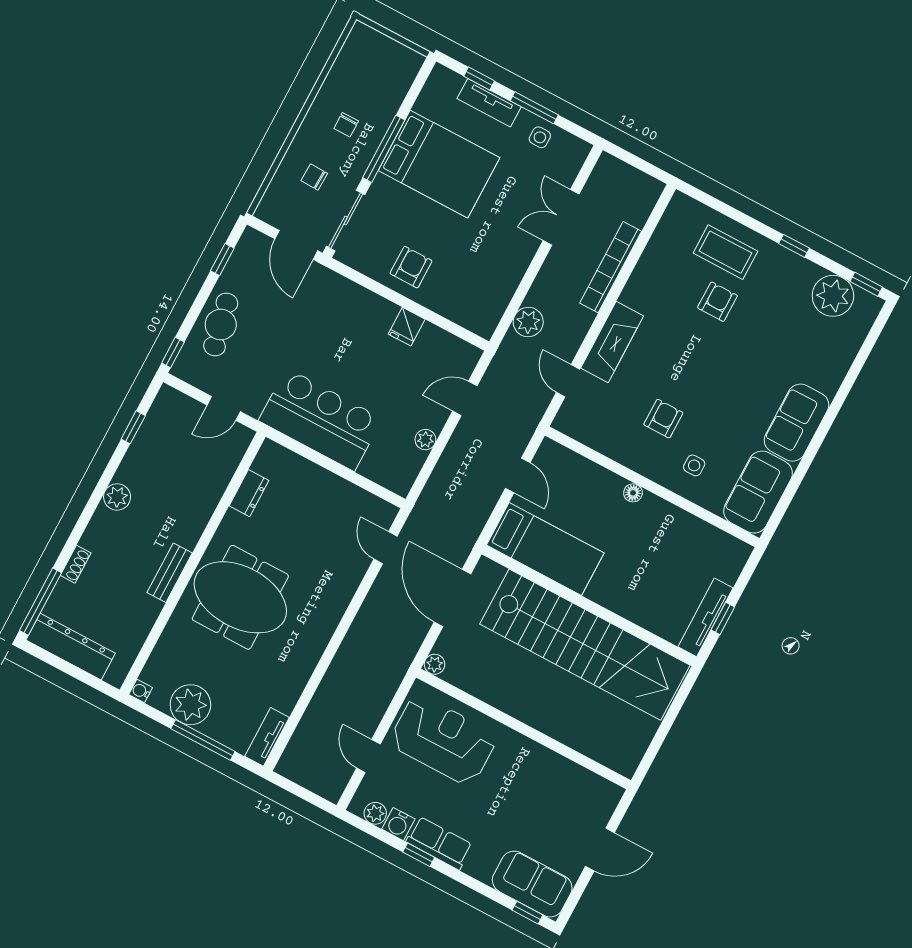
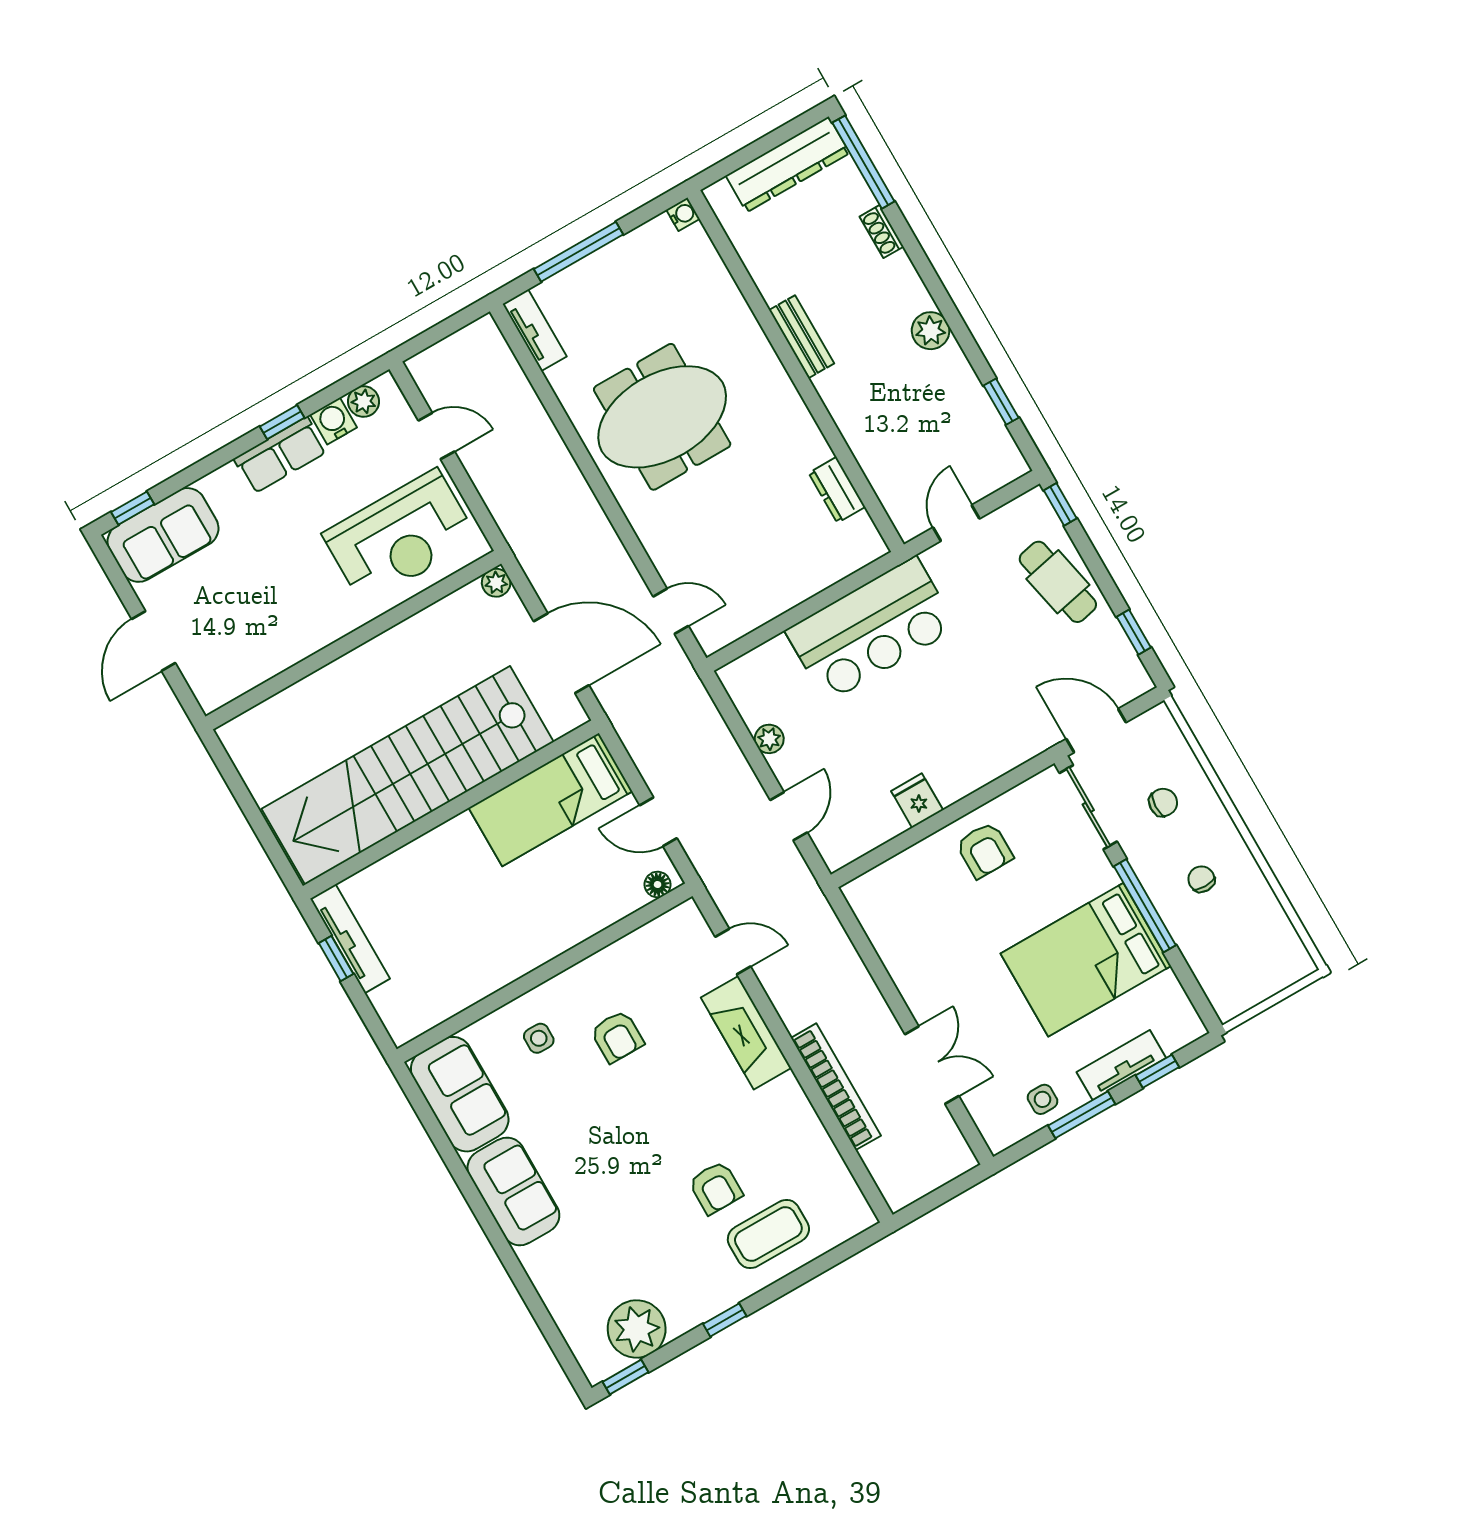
plant: (528, 322) -> (832, 948), removed
floor lamp: (633, 493) -> (658, 885), moved
meeting table: (240, 597) -> (662, 417), moved
plant: (190, 705) -> (630, 263), removed

